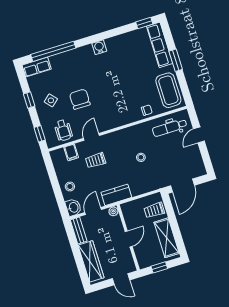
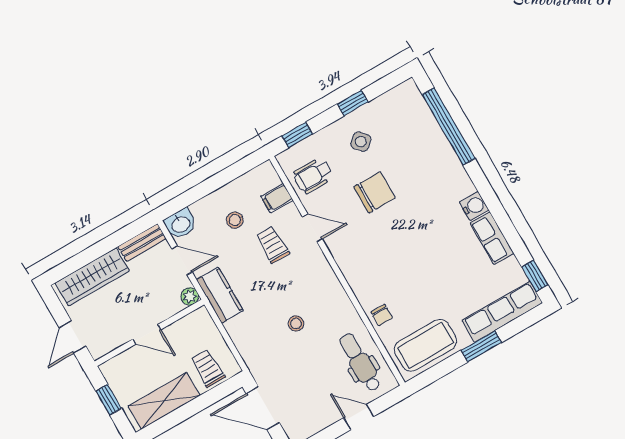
row of seats: (37, 67) -> (492, 238), moved
stool: (70, 186) -> (235, 220), moved

